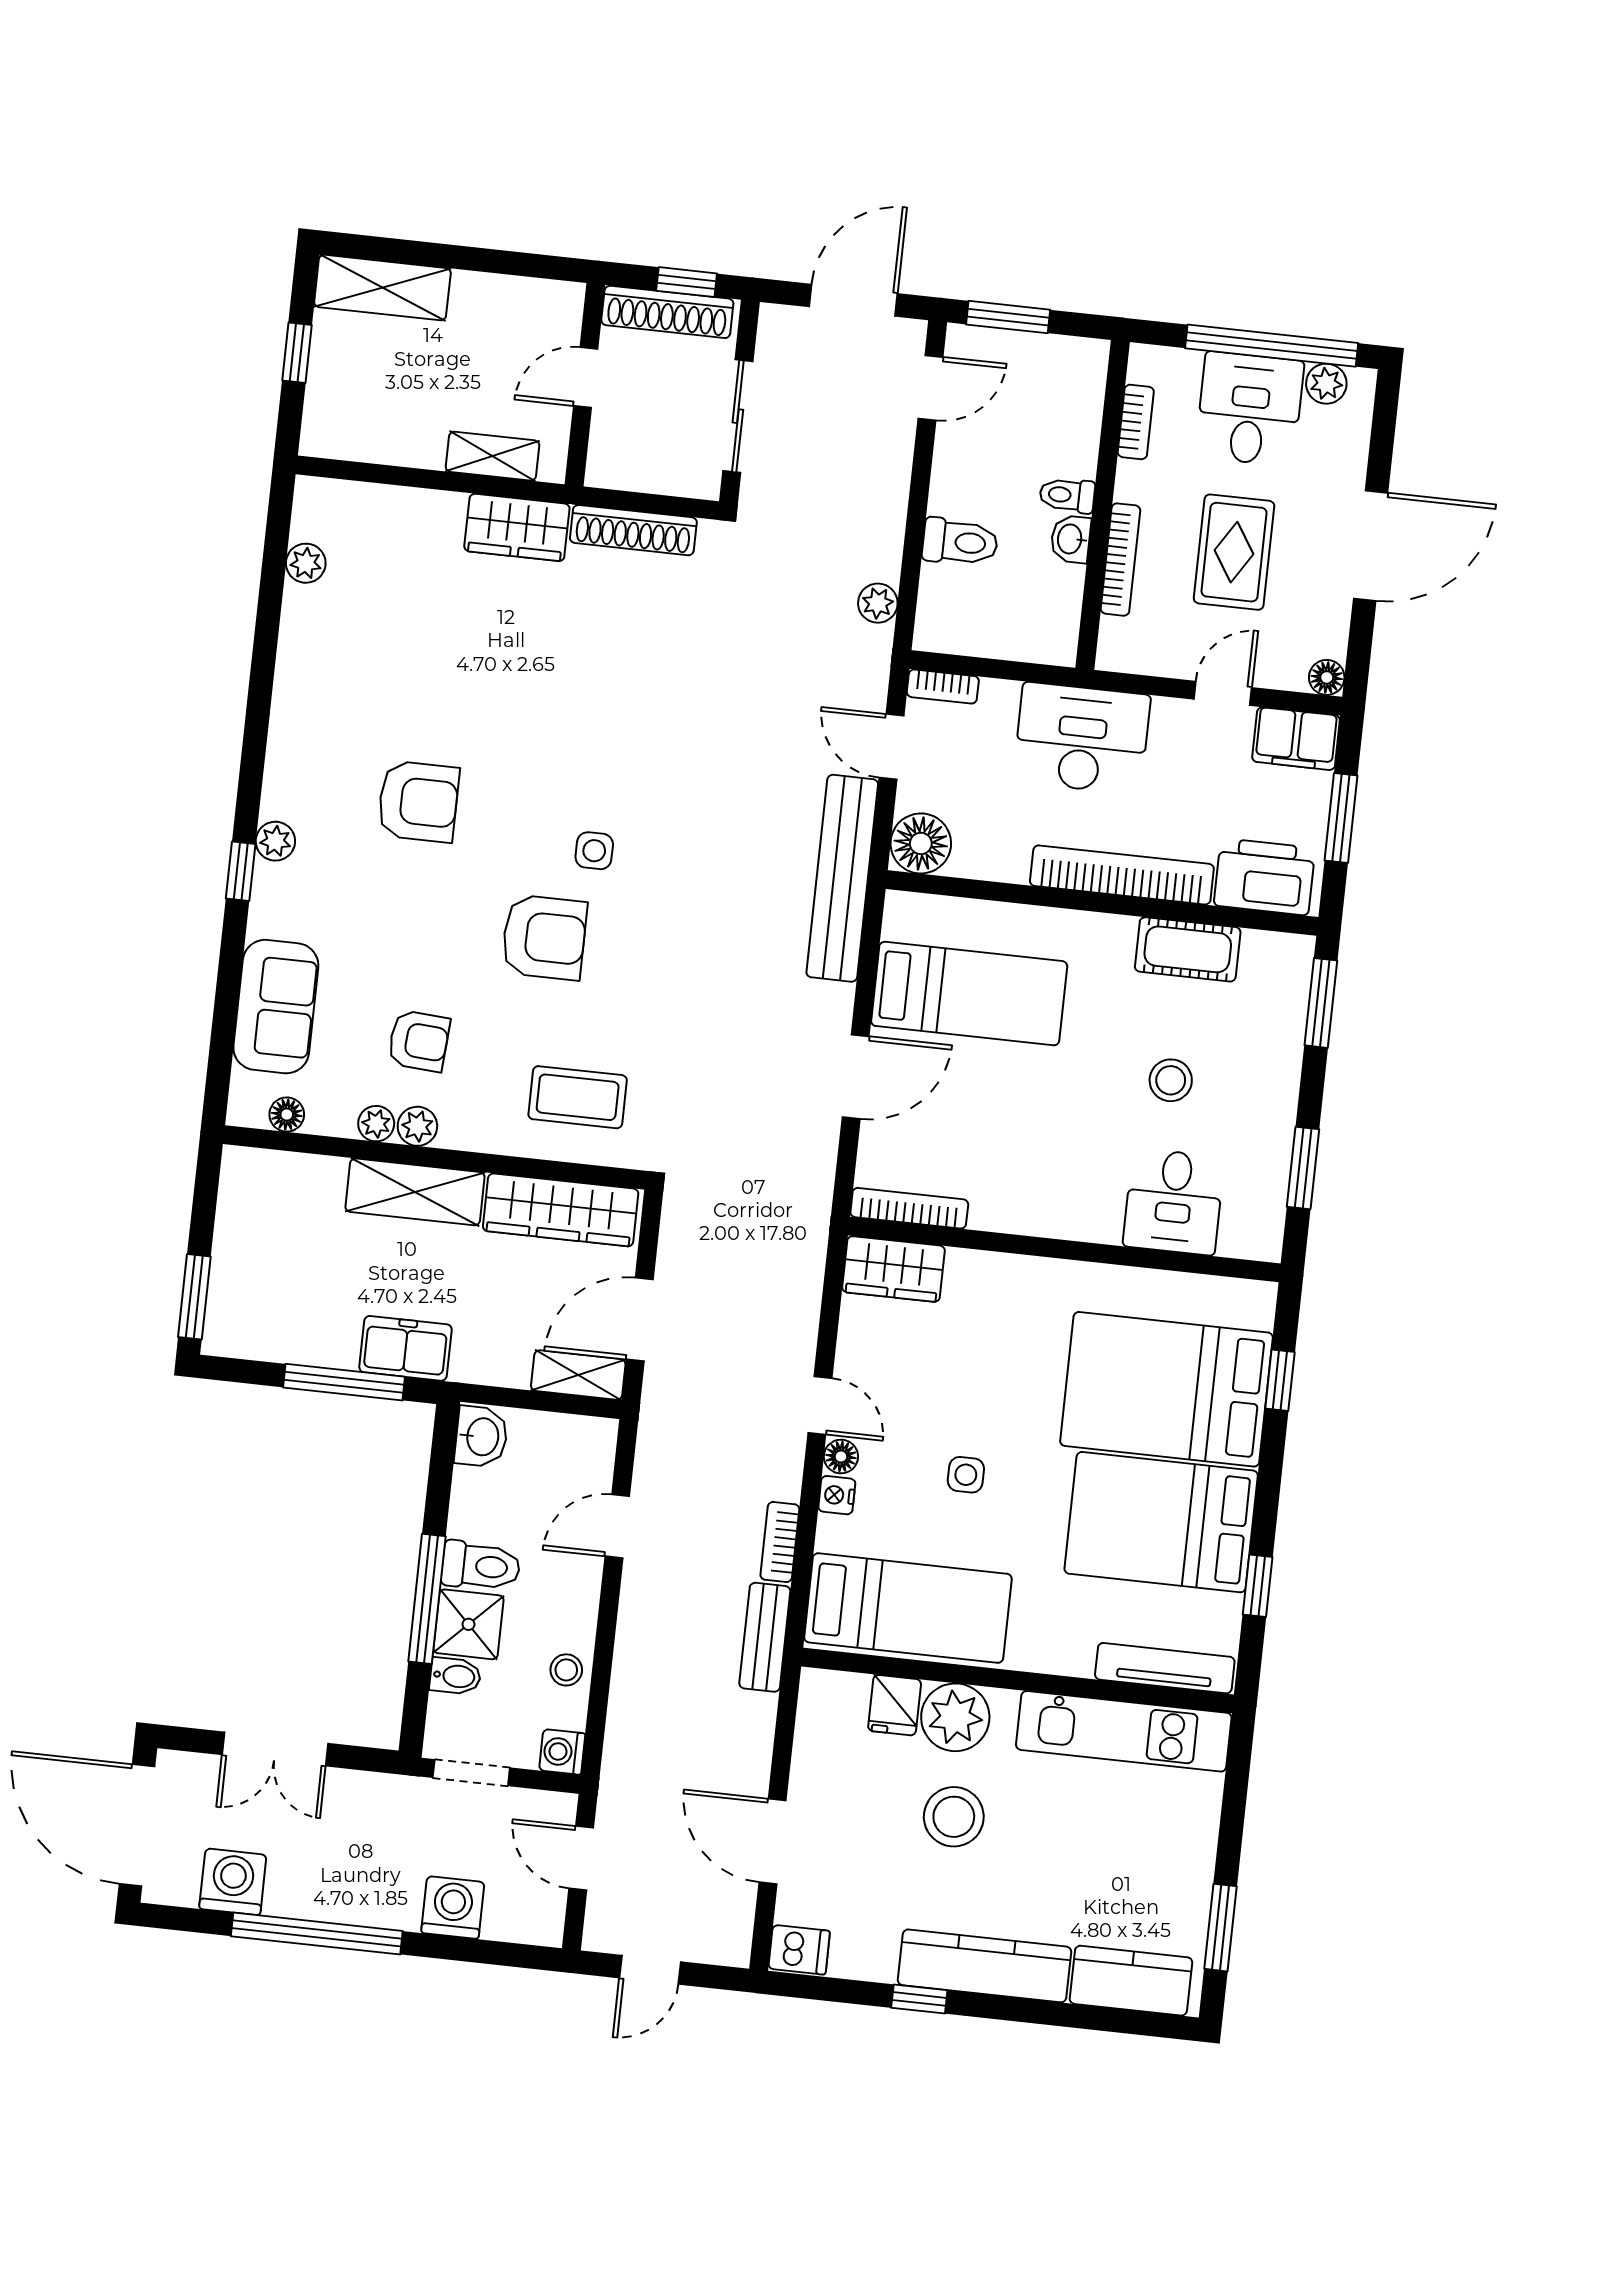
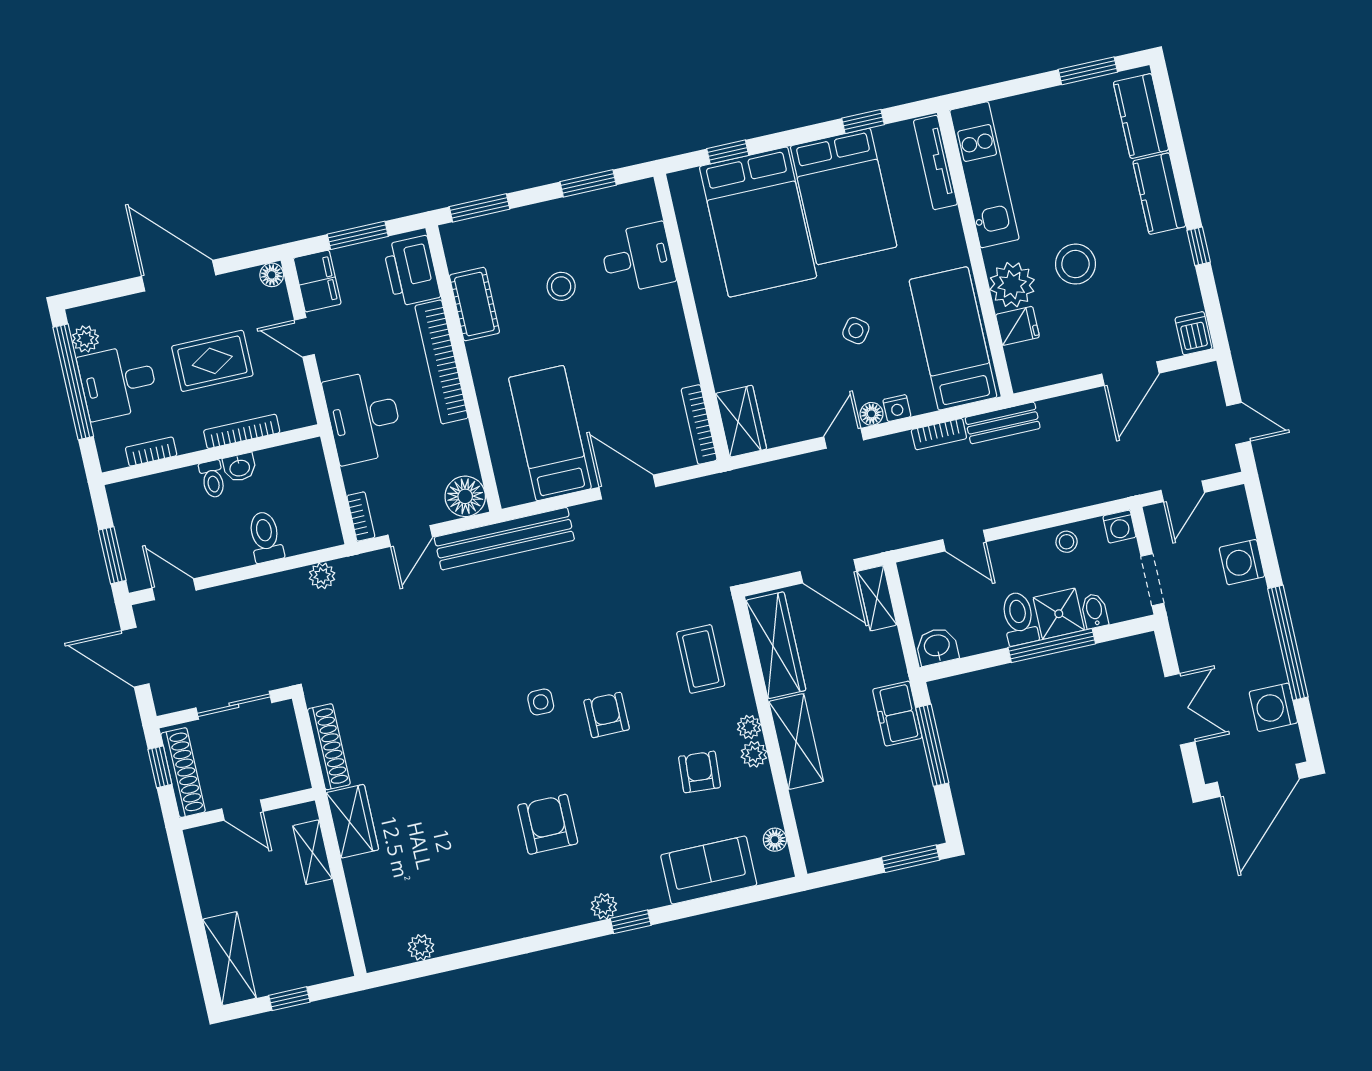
armchair: (544, 937) -> (607, 715), width x0.72, depth x0.72
plant: (376, 1124) -> (749, 727), moved
side table: (966, 1475) -> (856, 331), turned 37
kitchen counter: (985, 1966) -> (1159, 194), width x0.67

